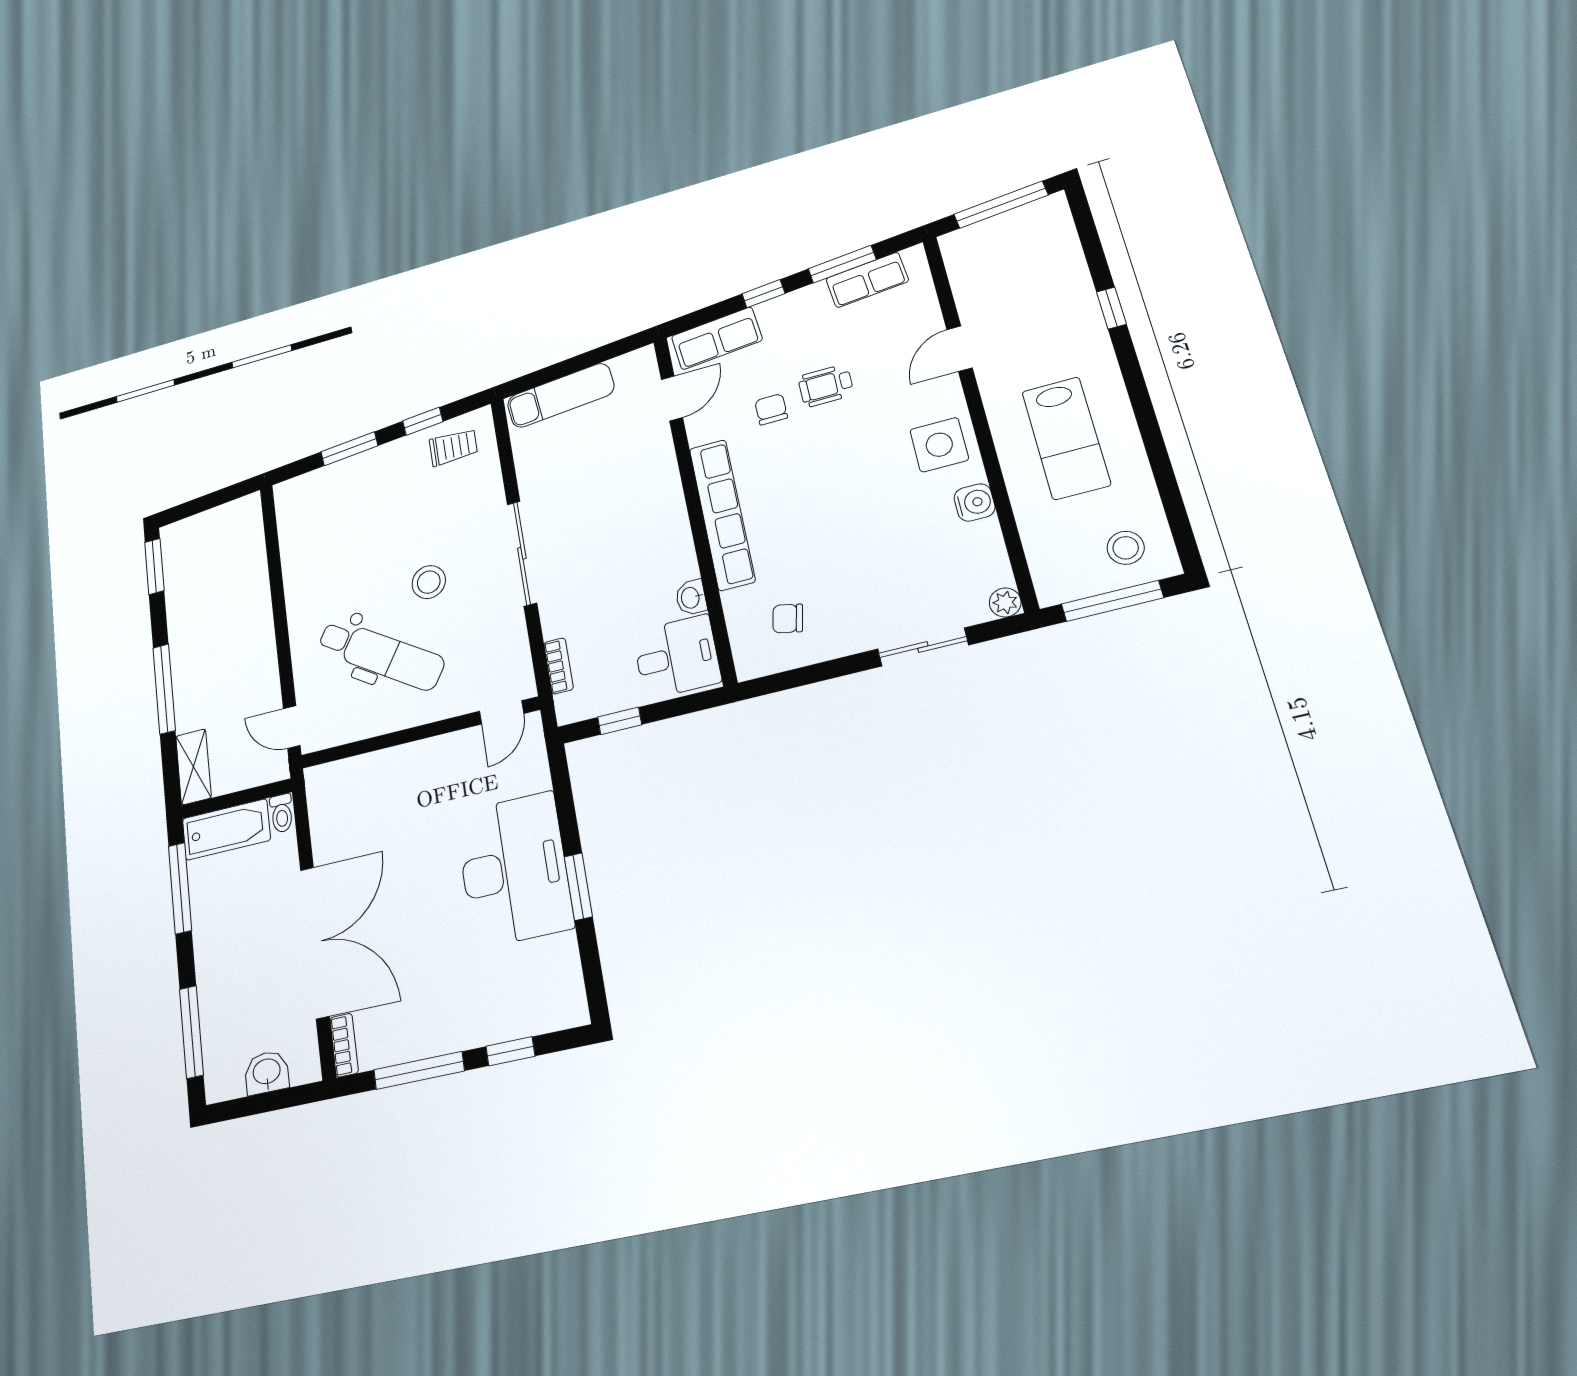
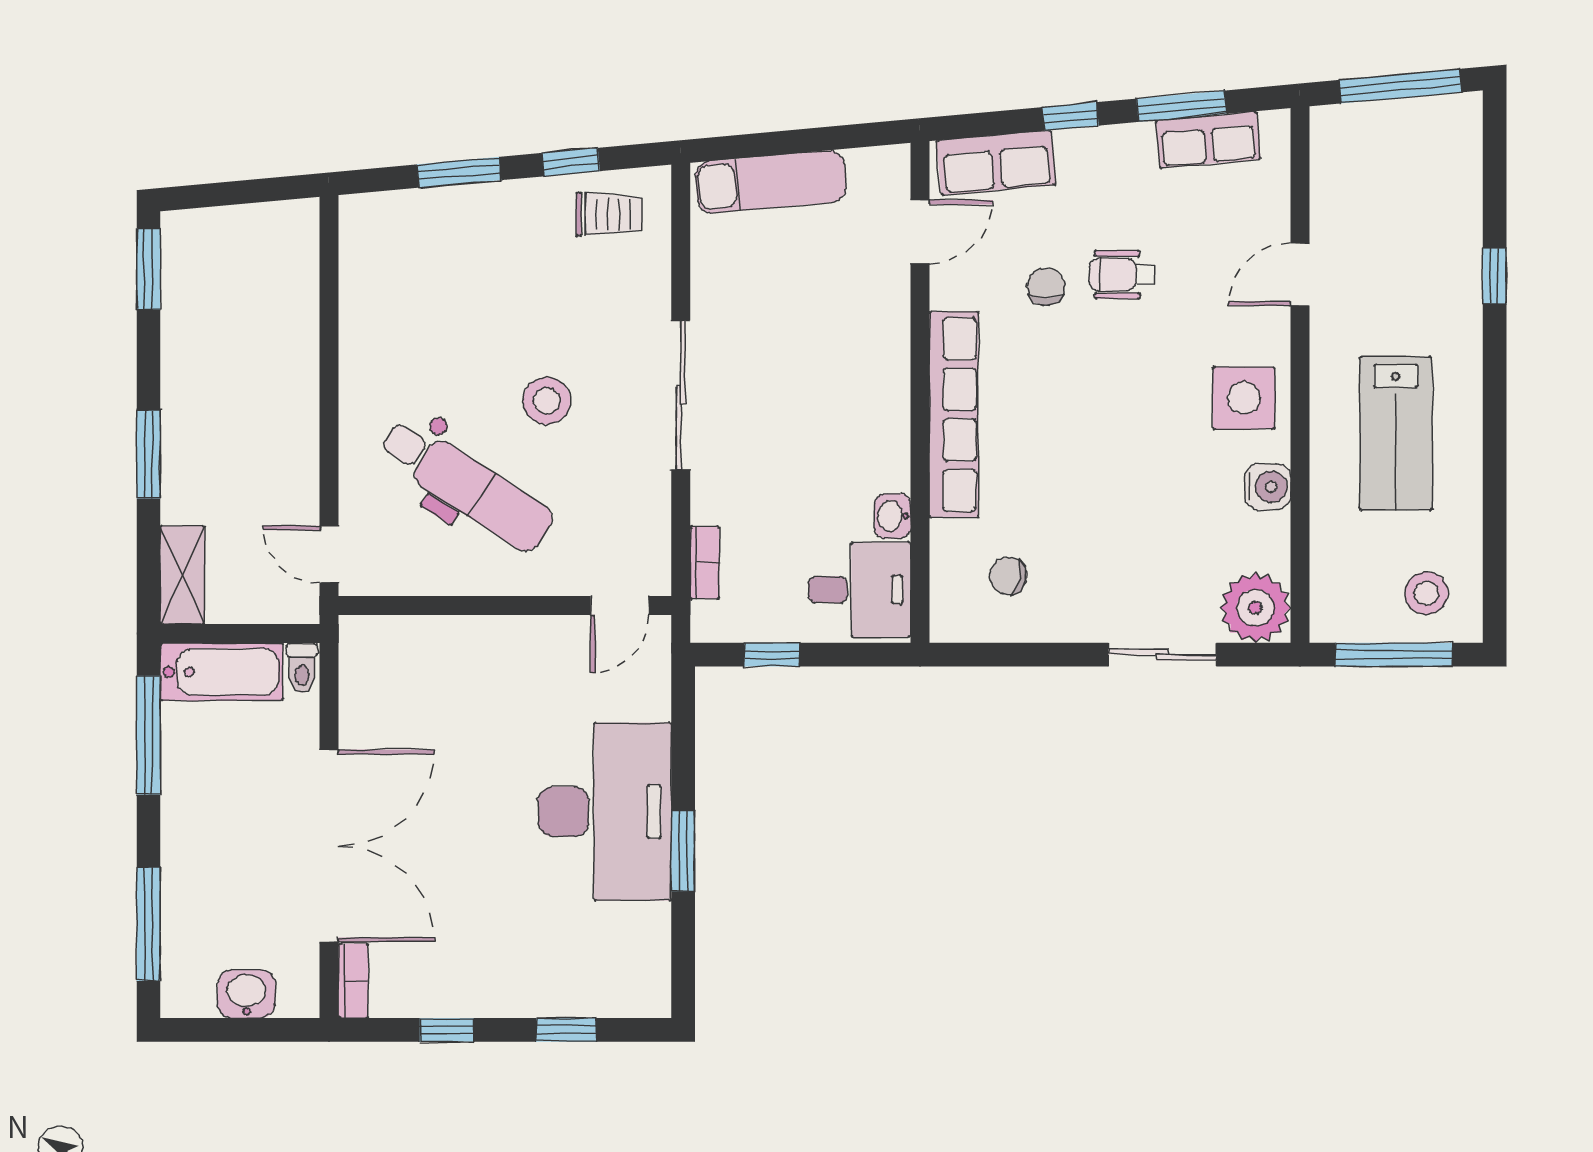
plant: (1005, 602) -> (1255, 608), width x1.87, depth x1.87
window: (164, 689) -> (148, 454), width x0.69
window: (419, 1070) -> (447, 1030), width x0.46

